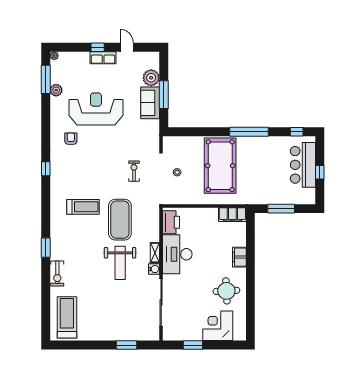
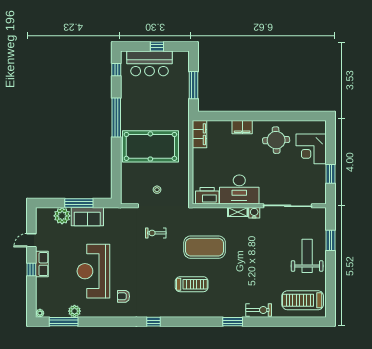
treadmill: (83, 207) -> (192, 284), turned 90
weight bench: (120, 263) -> (307, 256), moved, turned -90

